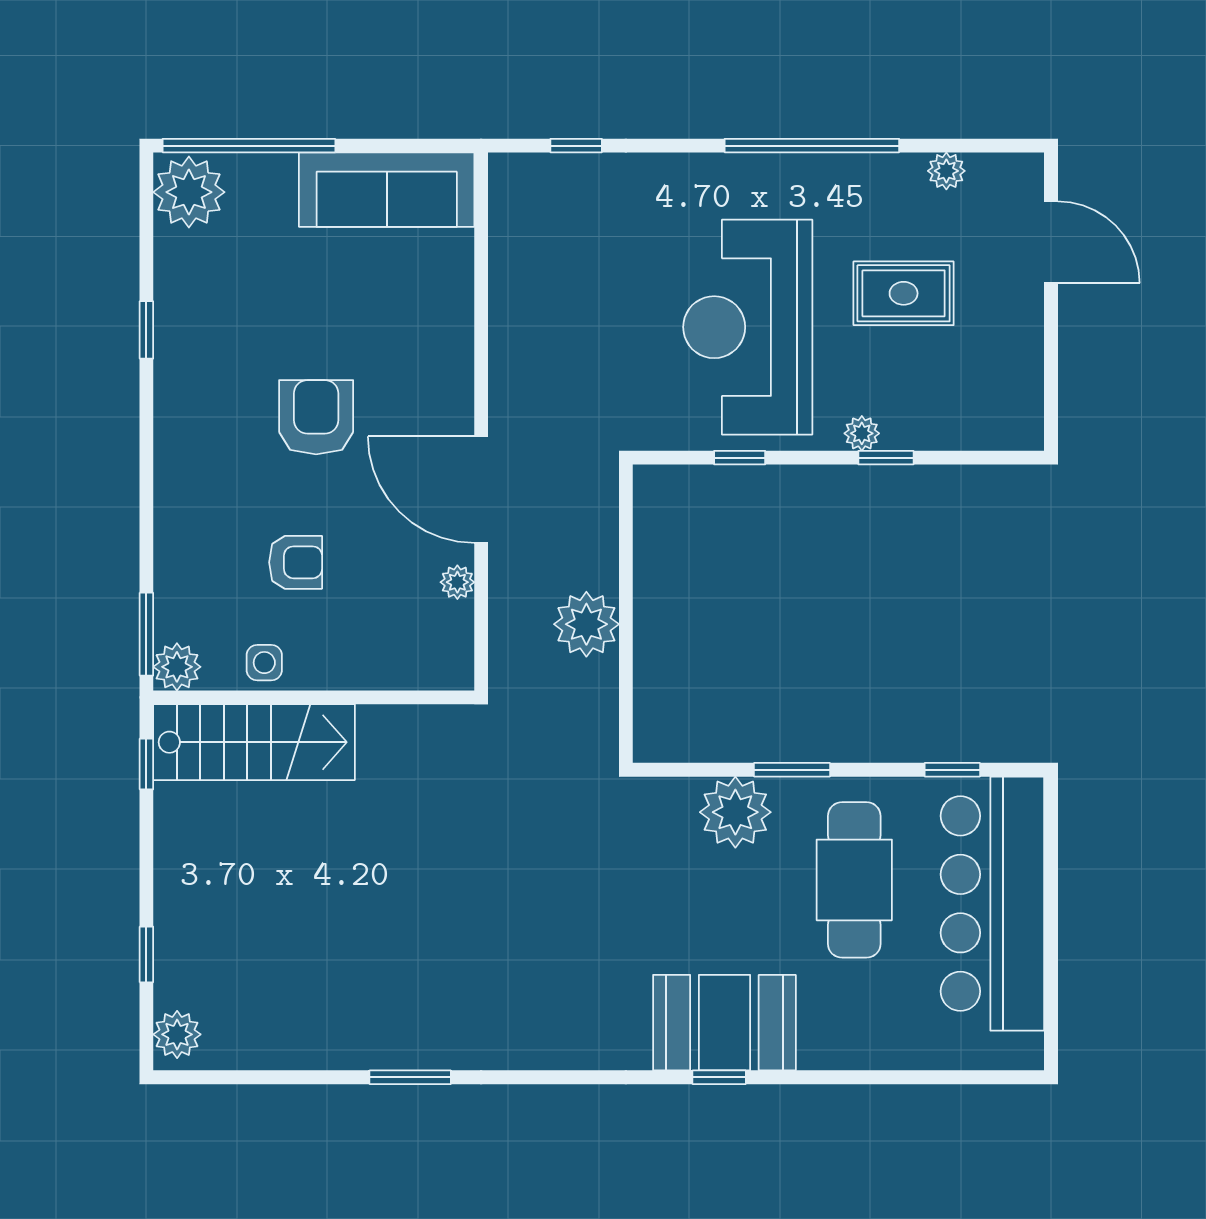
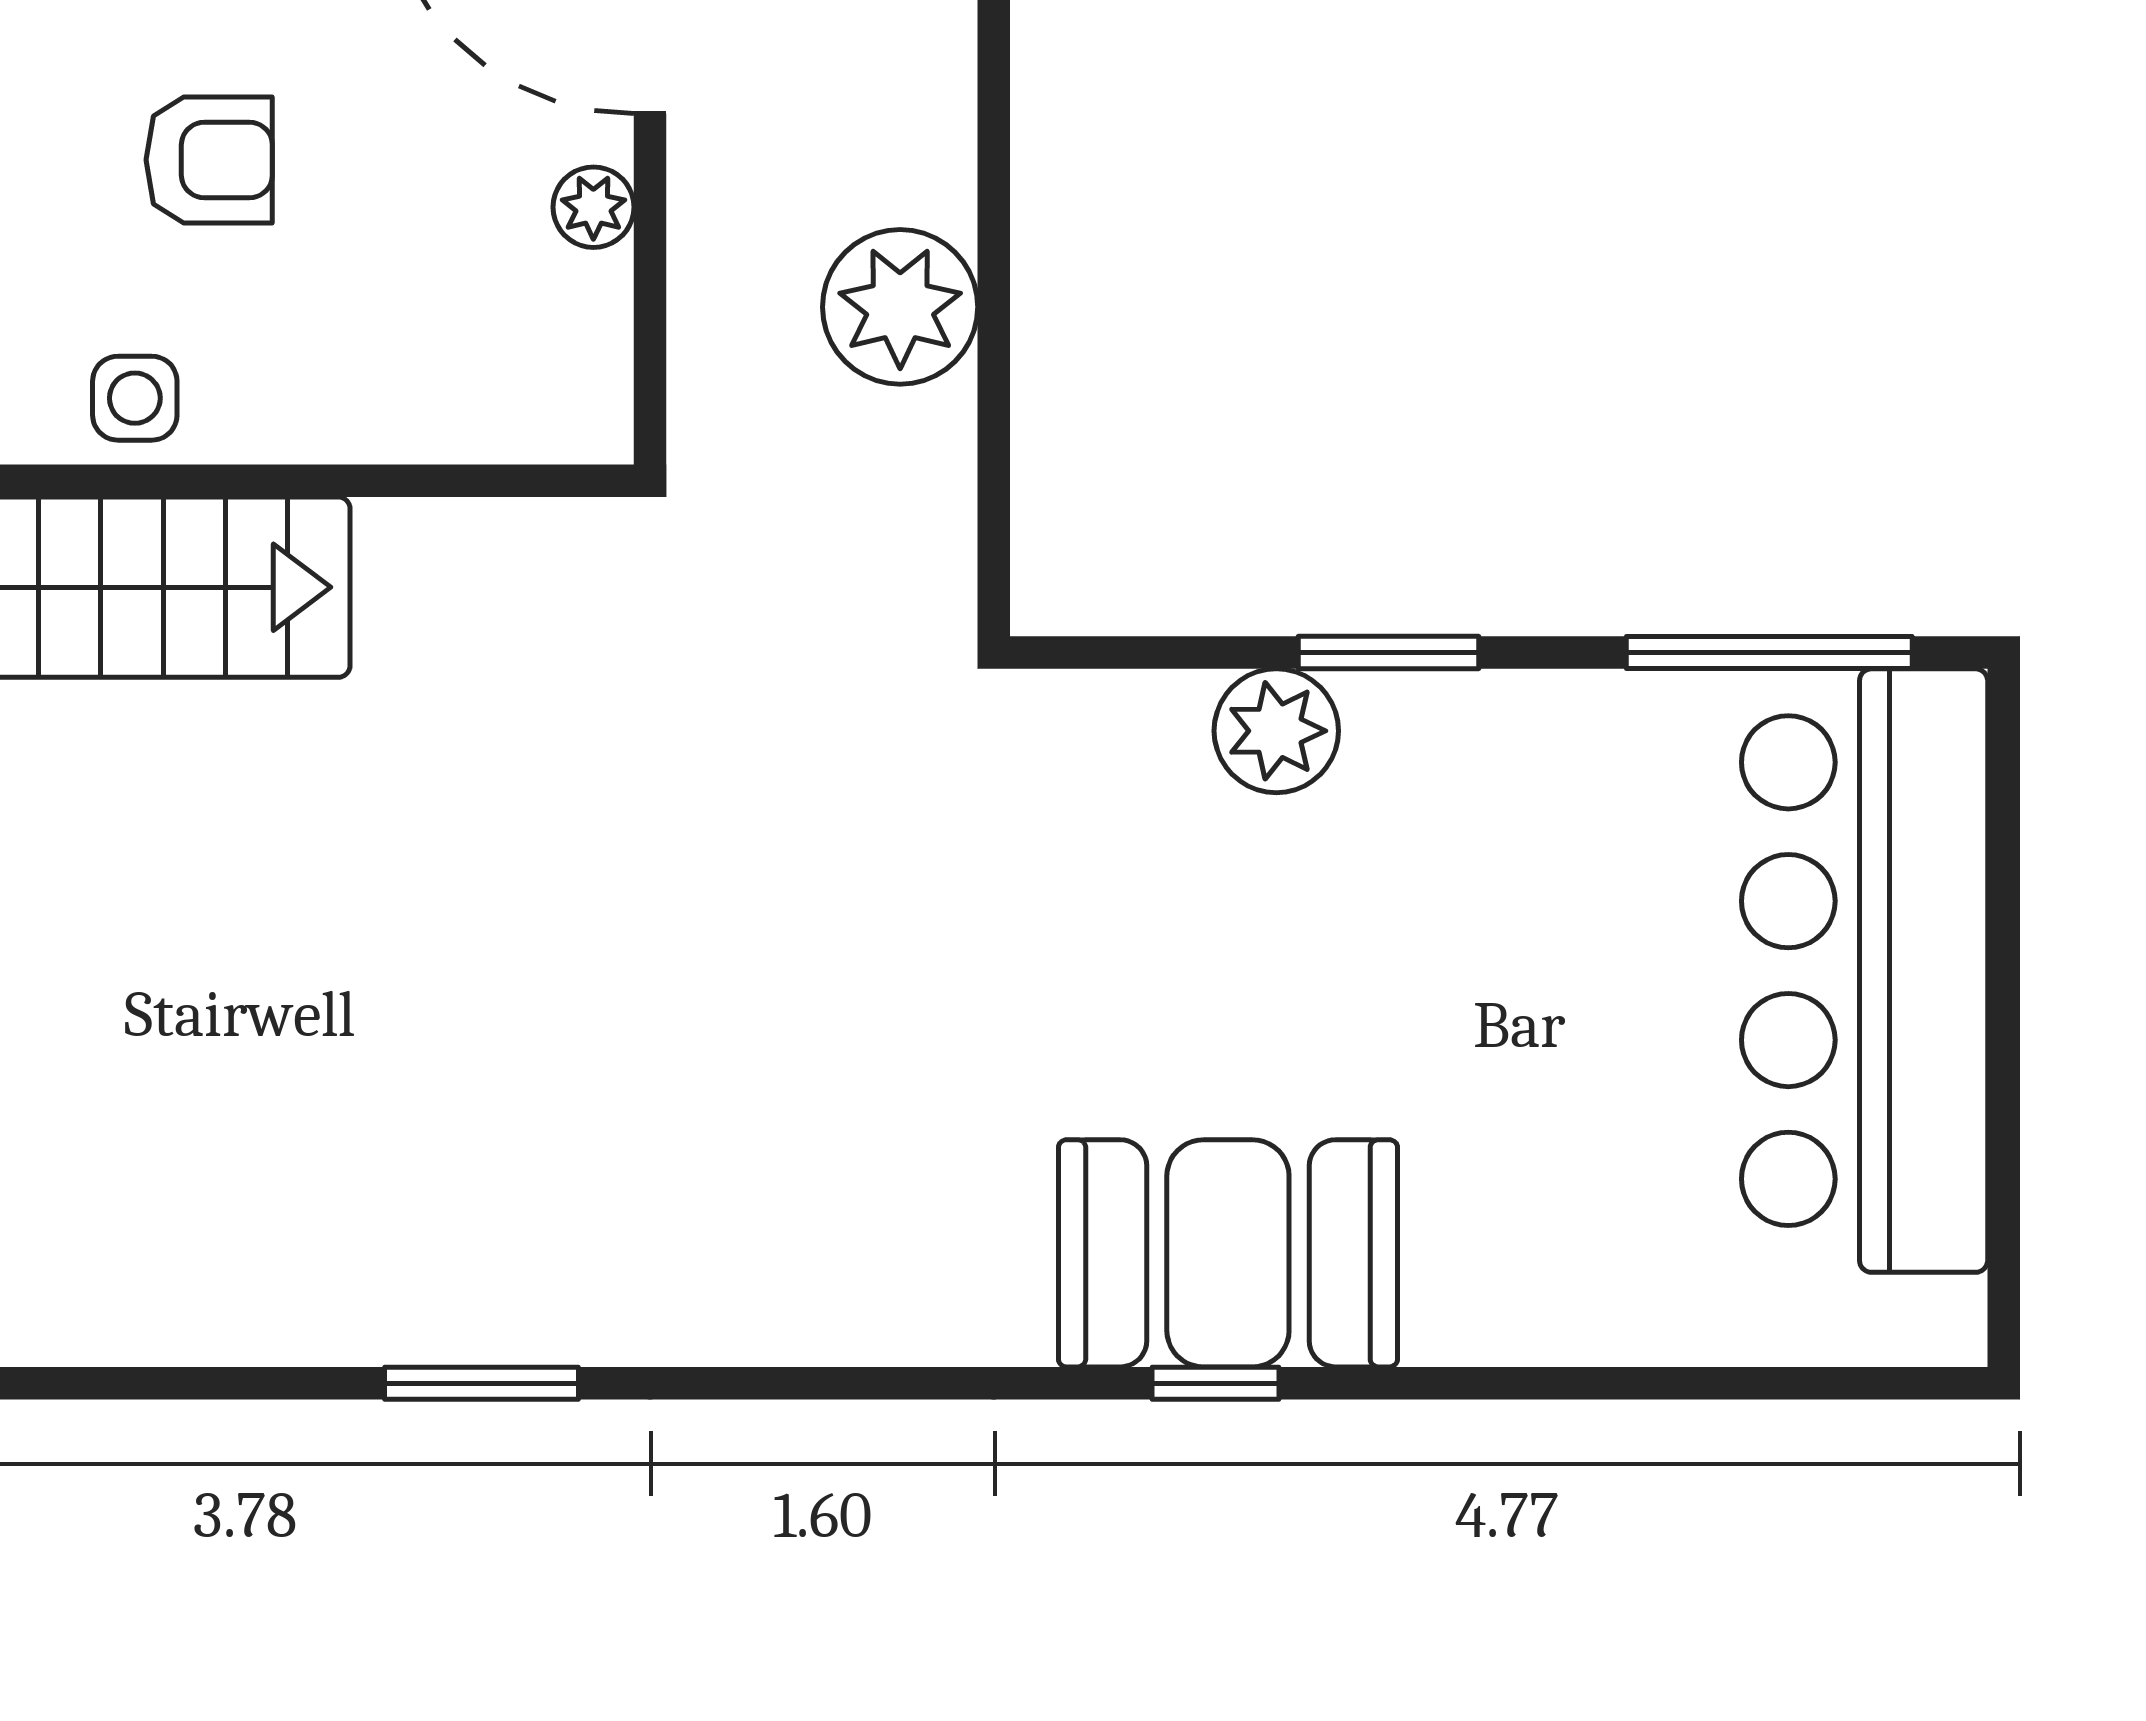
window: (952, 770) -> (1769, 653), width x2.17
plant: (735, 812) -> (1276, 731), width x0.73, depth x0.73
cafe table: (854, 880) -> (1536, 914), removed

